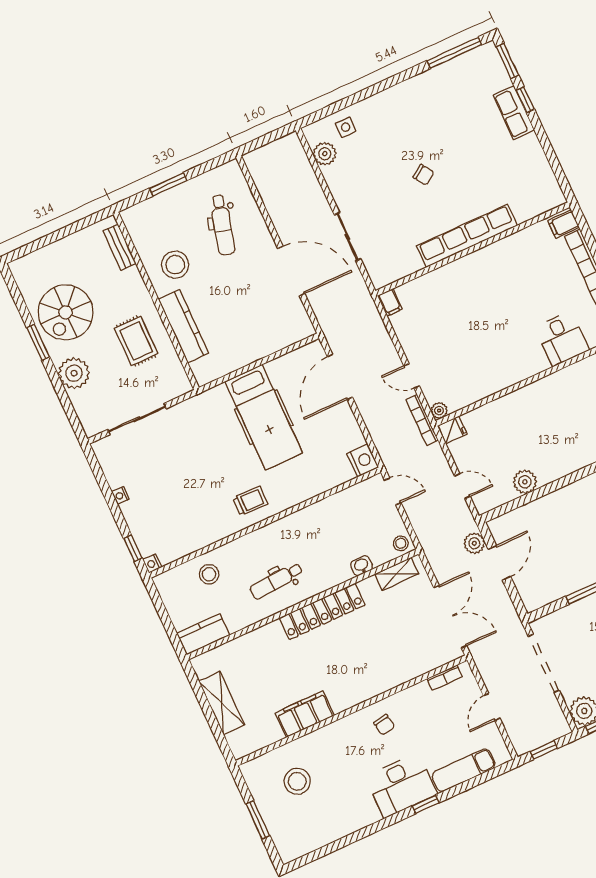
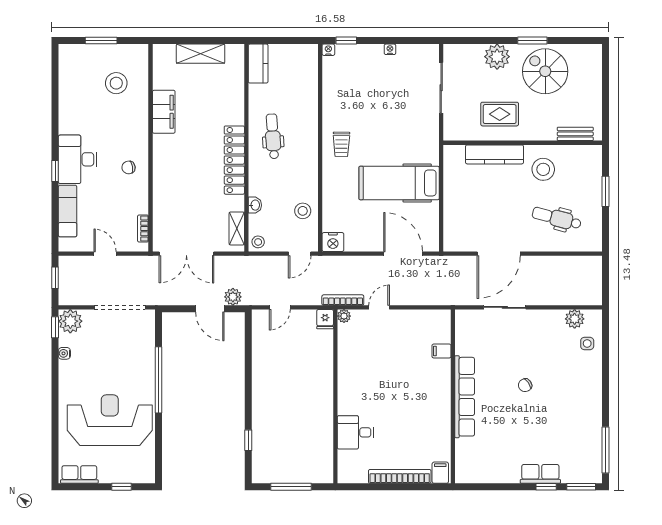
filing cabinet: (390, 302) -> (441, 351), moved
plant: (525, 482) -> (261, 356), removed
stool: (209, 574) -> (303, 211), moved

